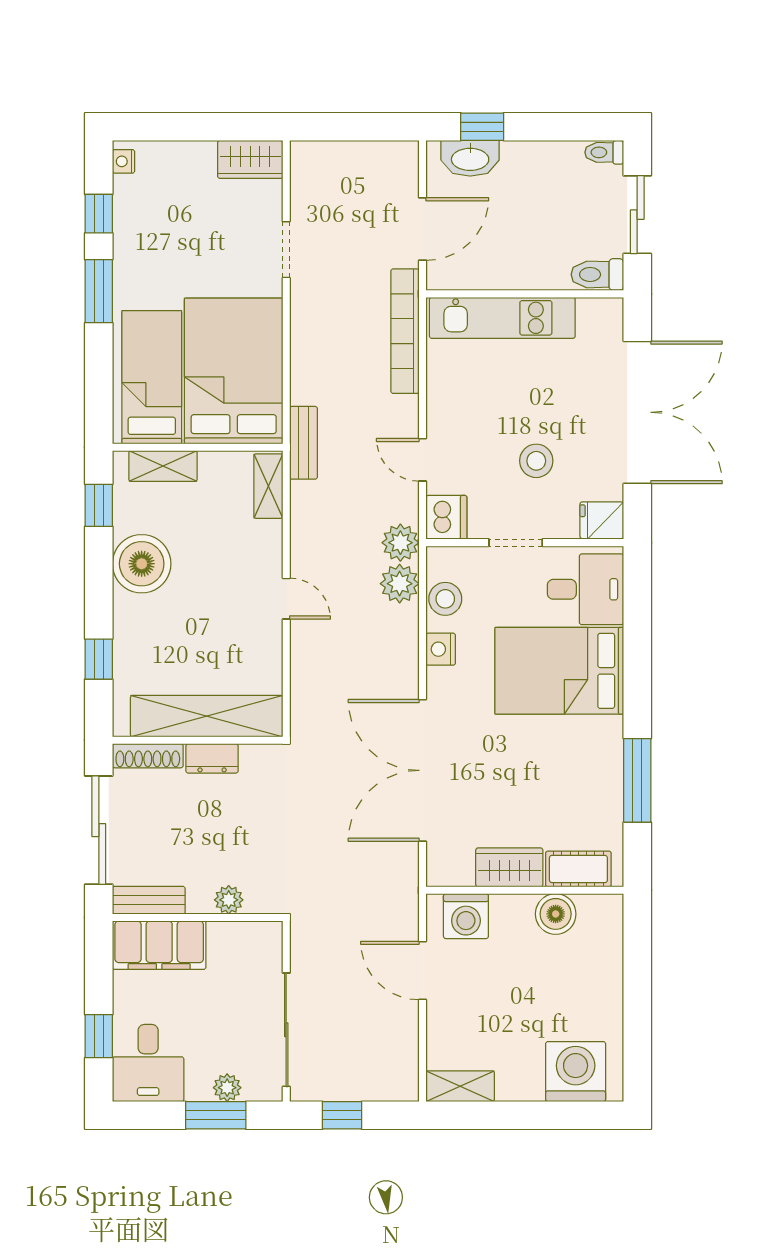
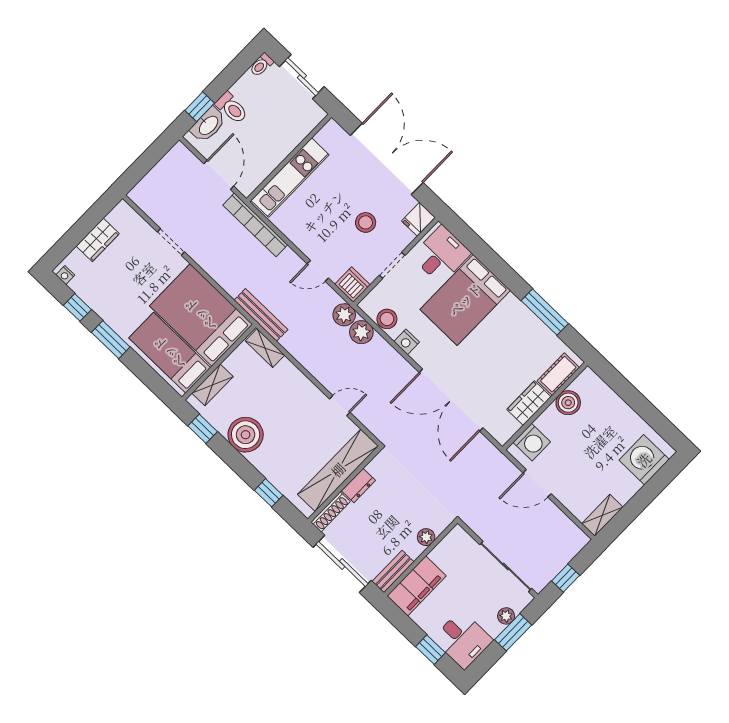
wardrobe: (250, 159) -> (98, 240), moved
toilet: (597, 274) -> (232, 108), moved, turned -90
bench: (304, 443) -> (261, 315), width x1.36
door: (286, 599) -> (340, 406), moved

